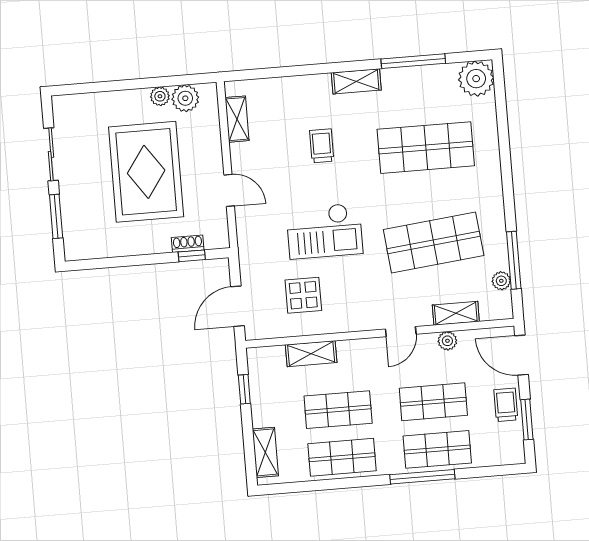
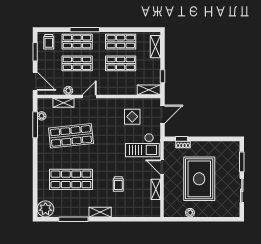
plant: (185, 98) -> (179, 211), removed
shelving: (237, 119) -> (156, 189), moved
checkout: (324, 231) -> (142, 145), moved, turned 180
shelving: (311, 354) -> (149, 90), moved
trolley: (506, 405) -> (49, 42), moved

